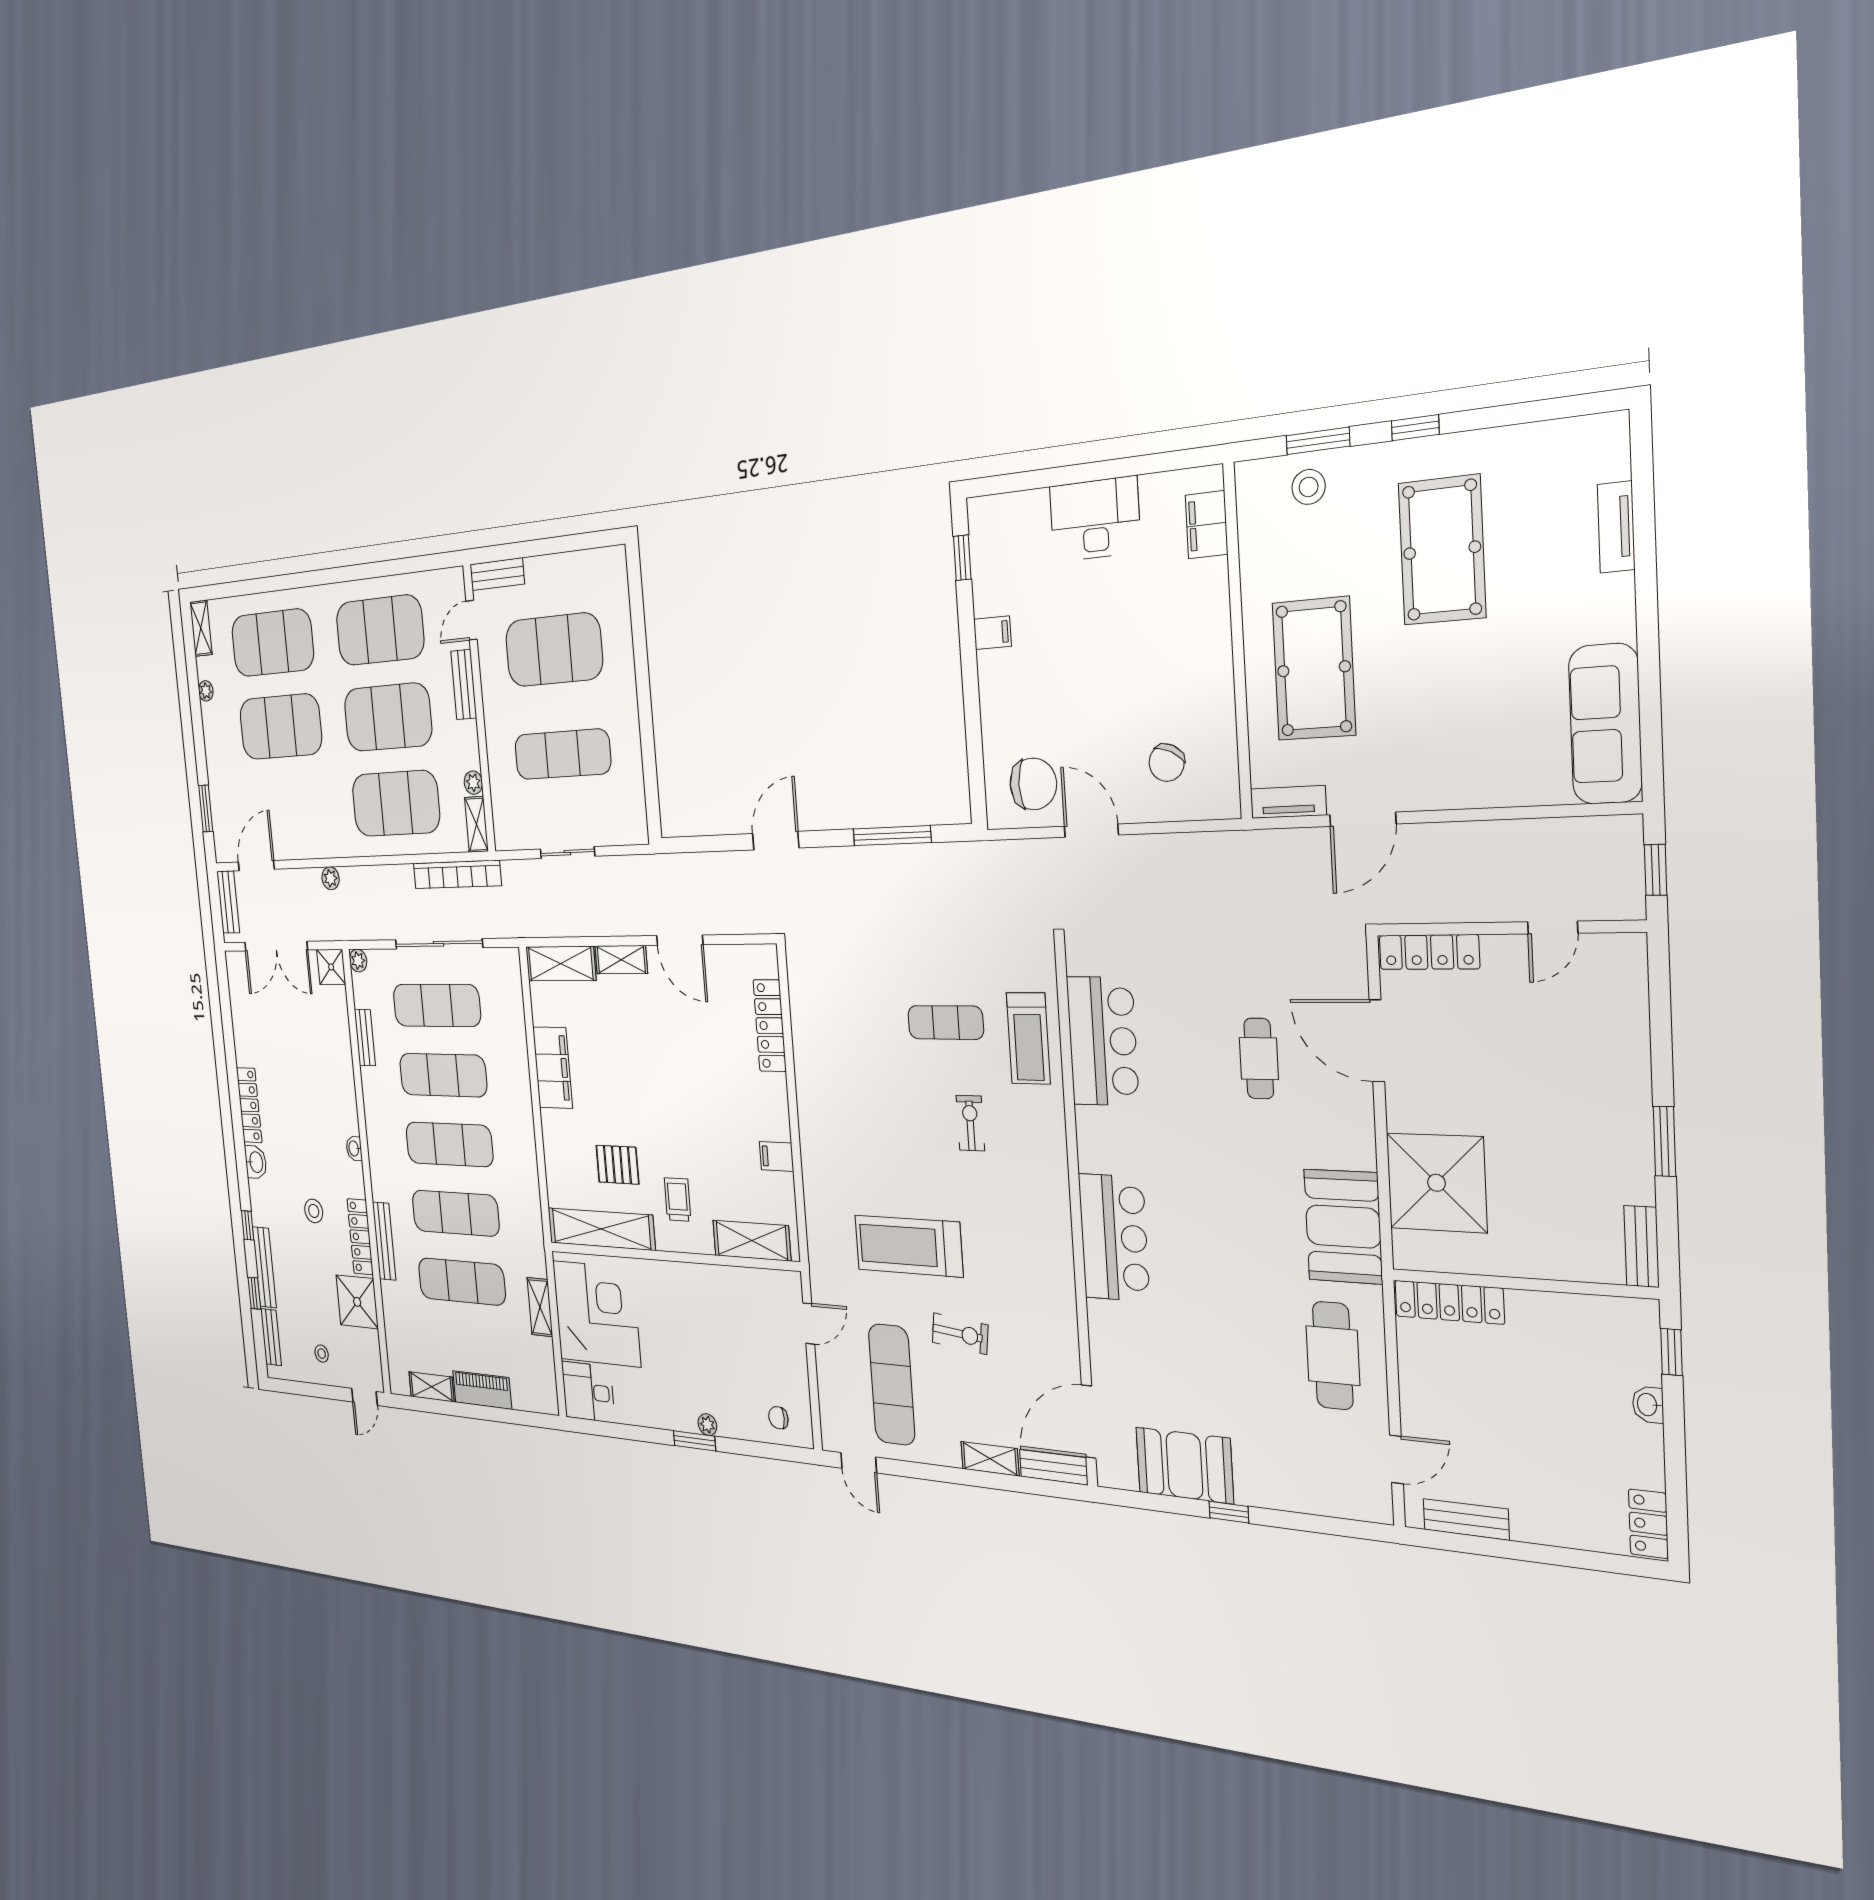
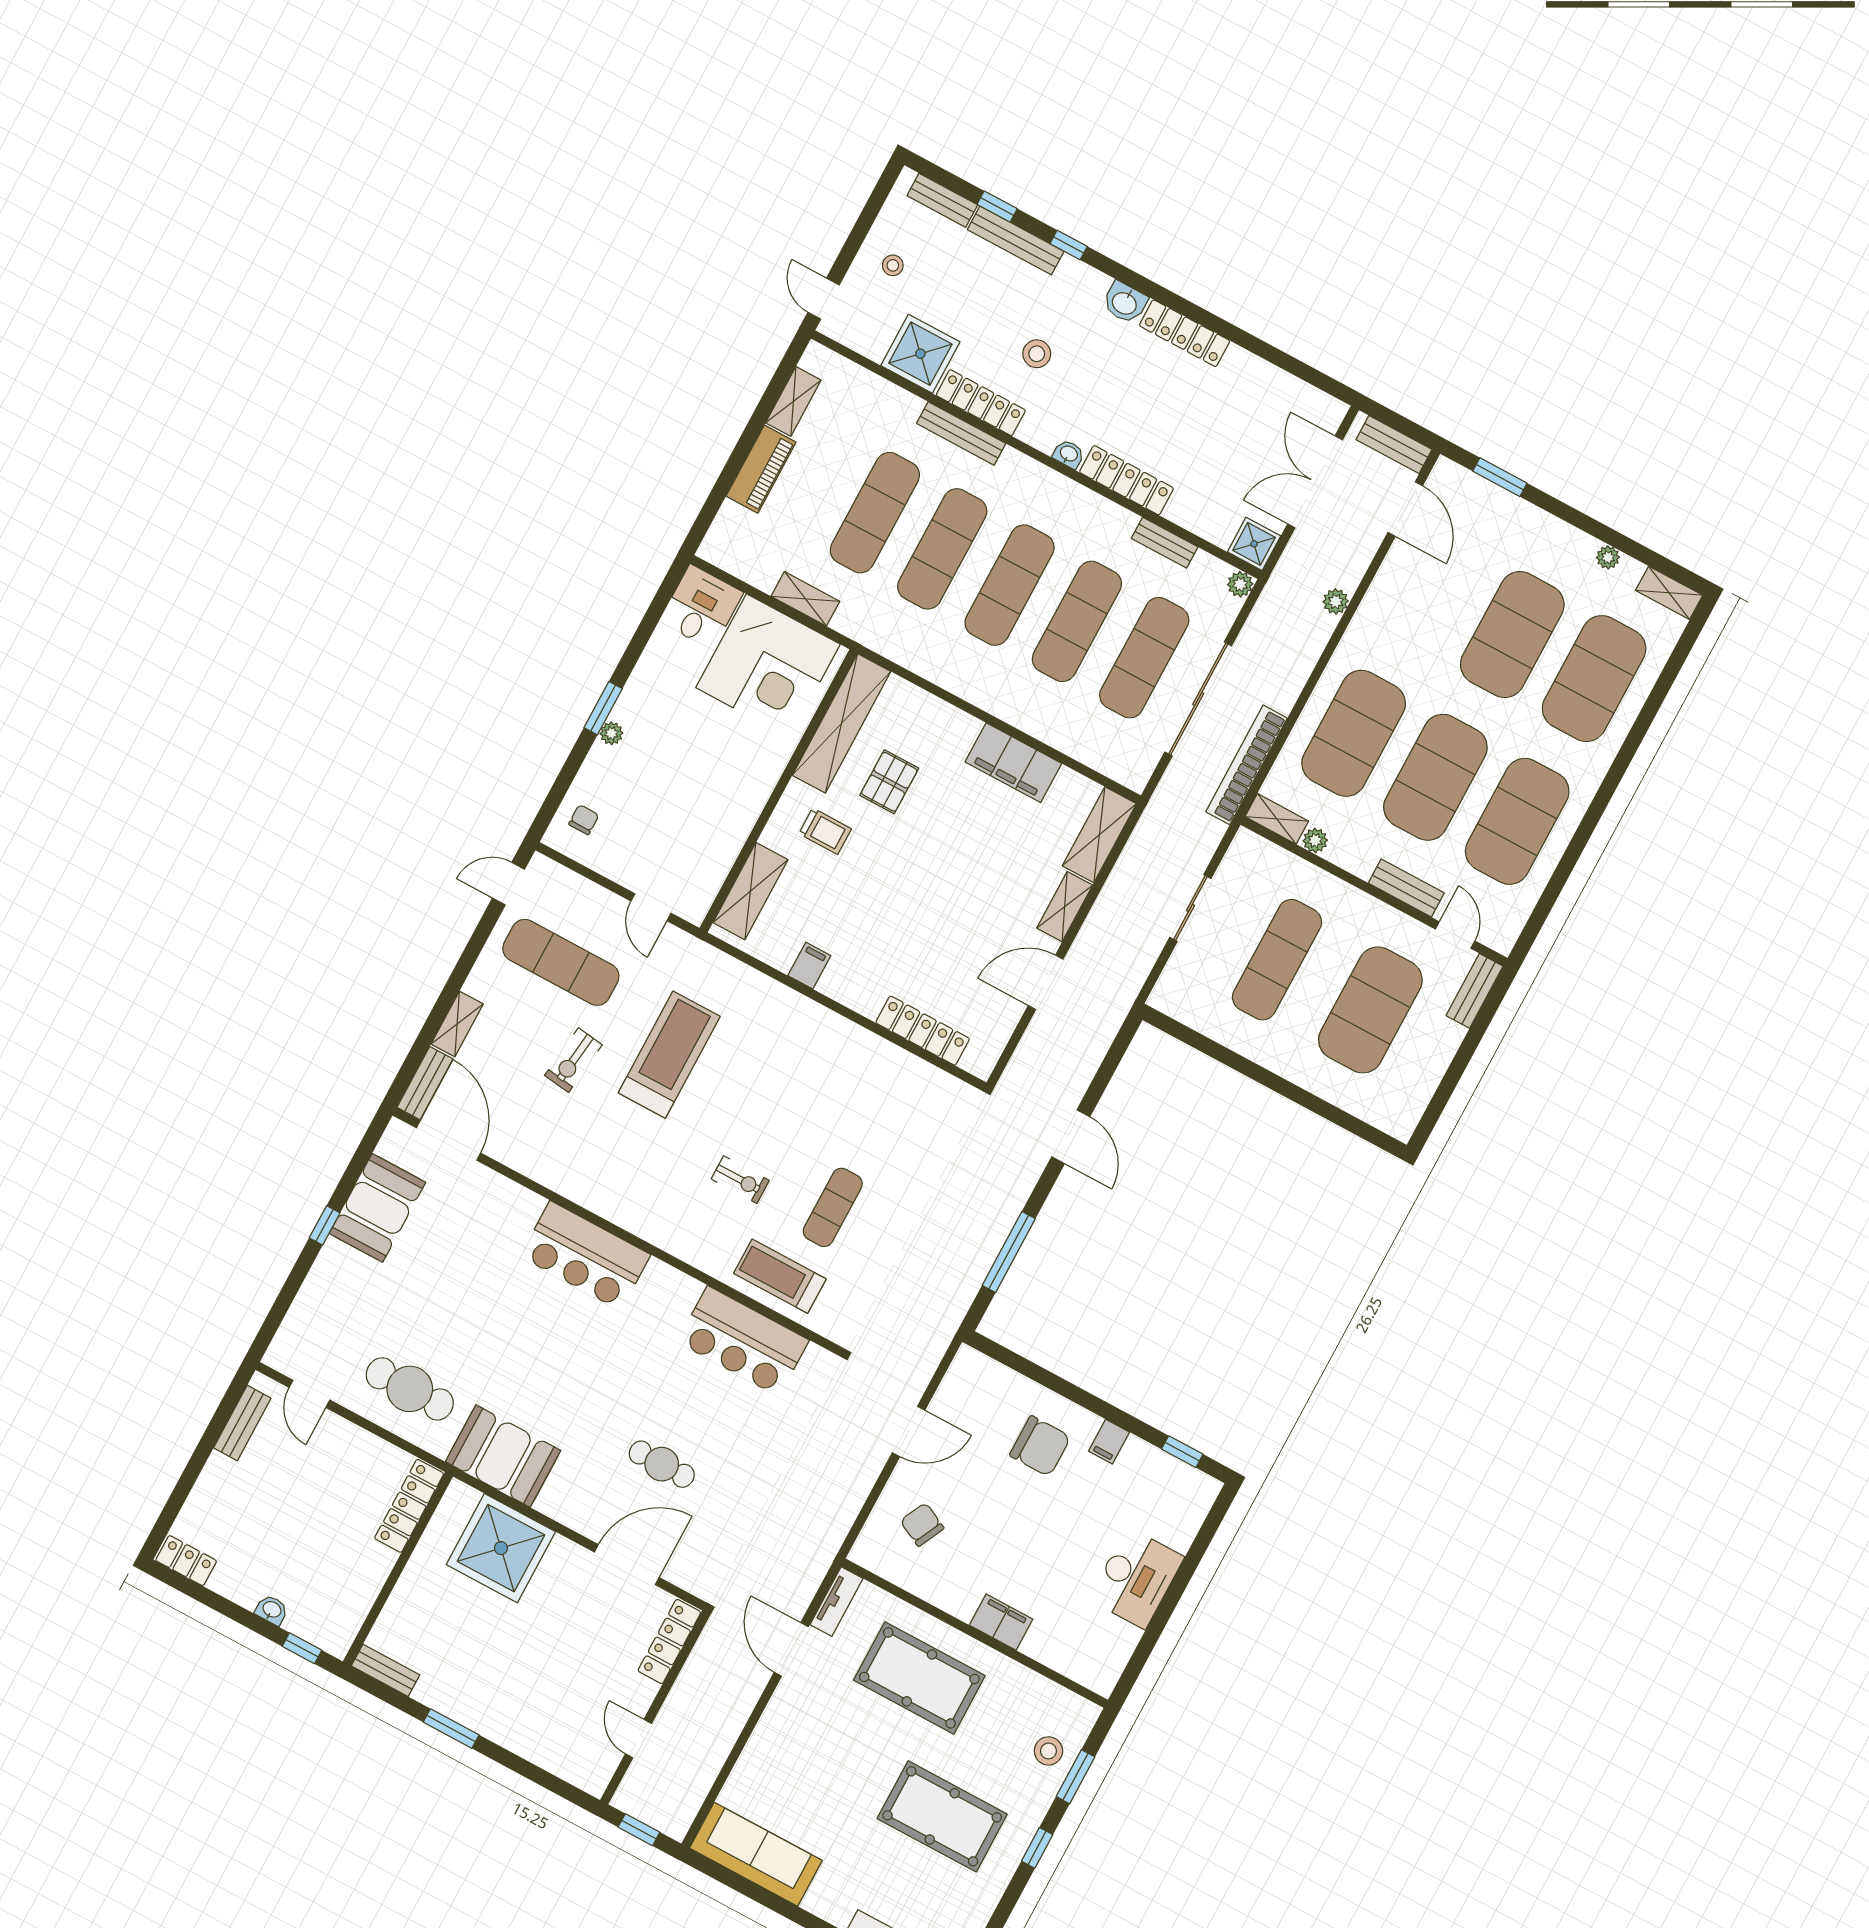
filing cabinet: (1207, 525) -> (1001, 1622), moved
chair: (1033, 784) -> (1040, 1446), moved, turned -90
locker: (346, 1093) -> (1126, 480), added

